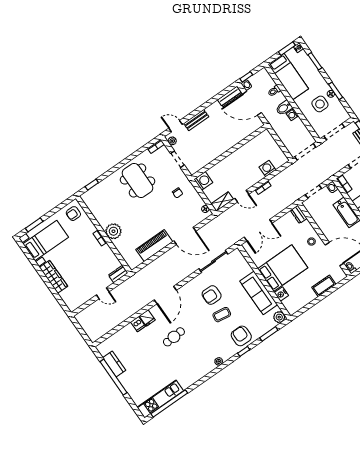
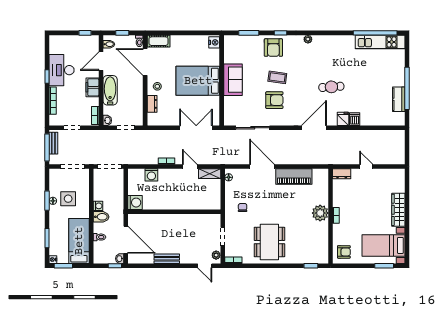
dresser: (230, 97) -> (141, 259), removed
bench: (196, 120) -> (167, 259), moved
washing machine: (203, 181) -> (135, 203), moved, turned 180
dresser: (299, 214) -> (152, 104), moved
cot: (324, 286) -> (159, 41), moved
sofa: (259, 293) -> (233, 80), width x0.73
nightstand: (281, 294) -> (214, 42), moved
plant: (279, 317) -> (230, 41), removed

